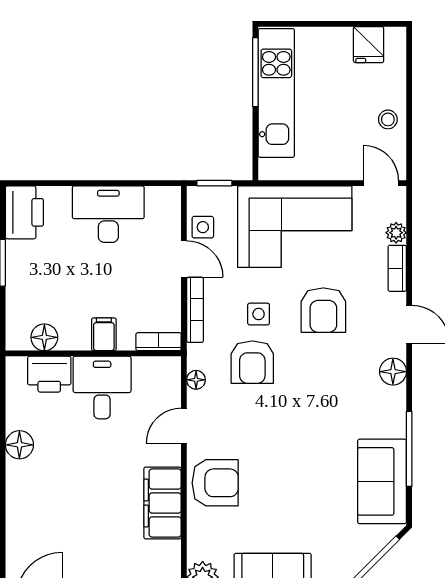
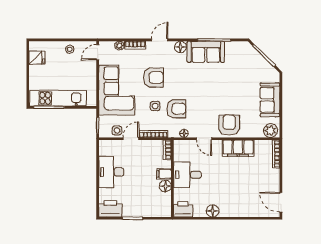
floor lamp: (44, 337) -> (165, 186), moved
printer: (49, 374) -> (183, 209), moved, turned -90
sofa: (382, 481) -> (206, 52), moved

